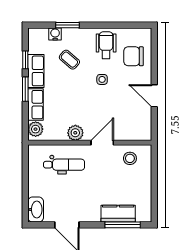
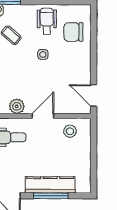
door: (154, 96) -> (94, 96), moved
kitchen counter: (118, 214) -> (50, 185), width x1.50
window: (123, 225) -> (51, 196), moved

